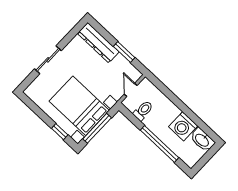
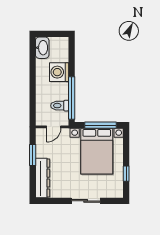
washing machine: (183, 126) -> (59, 72), moved, turned 180
window: (60, 132) -> (126, 174), moved
window: (159, 144) -> (72, 98), moved

